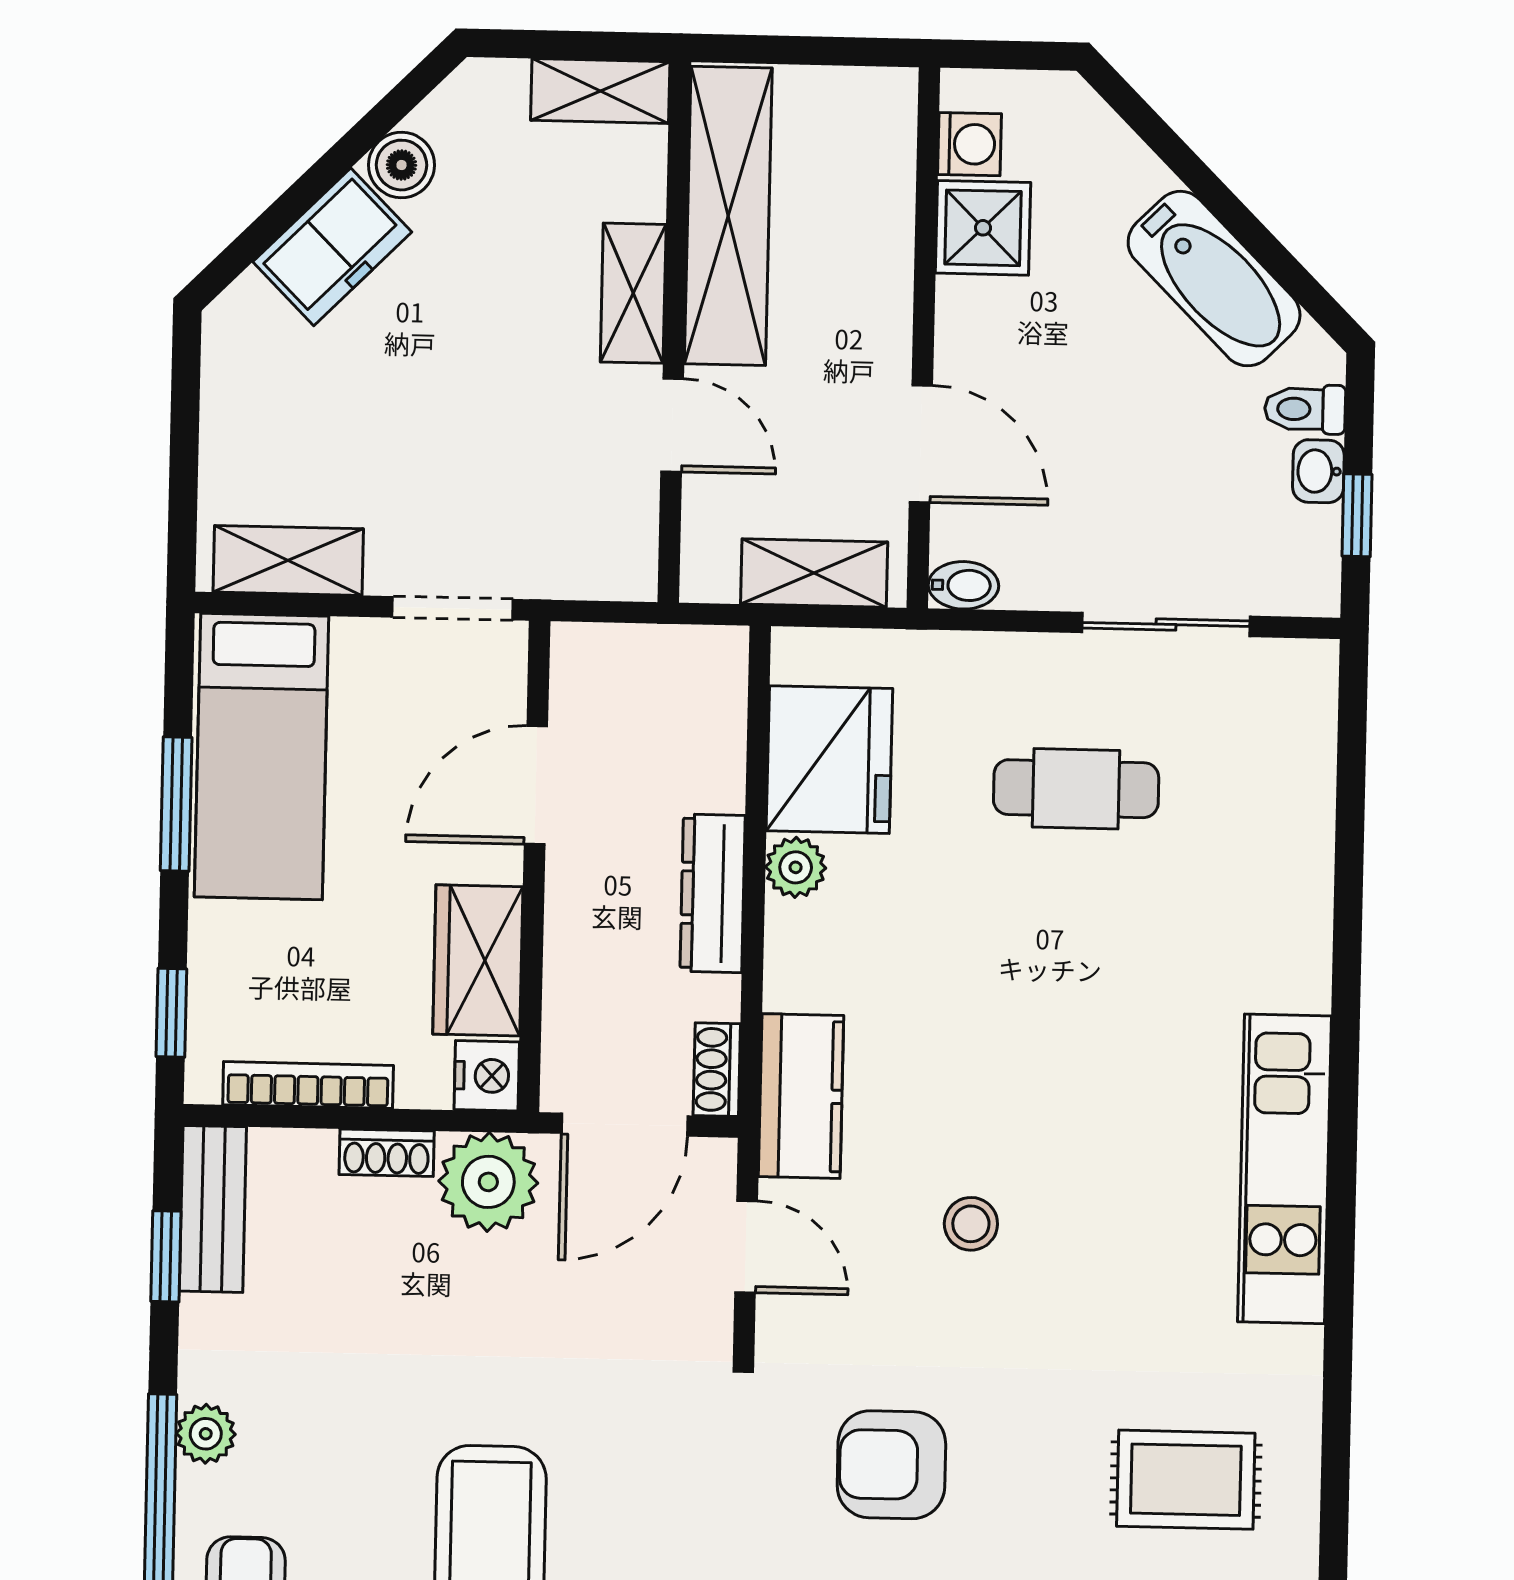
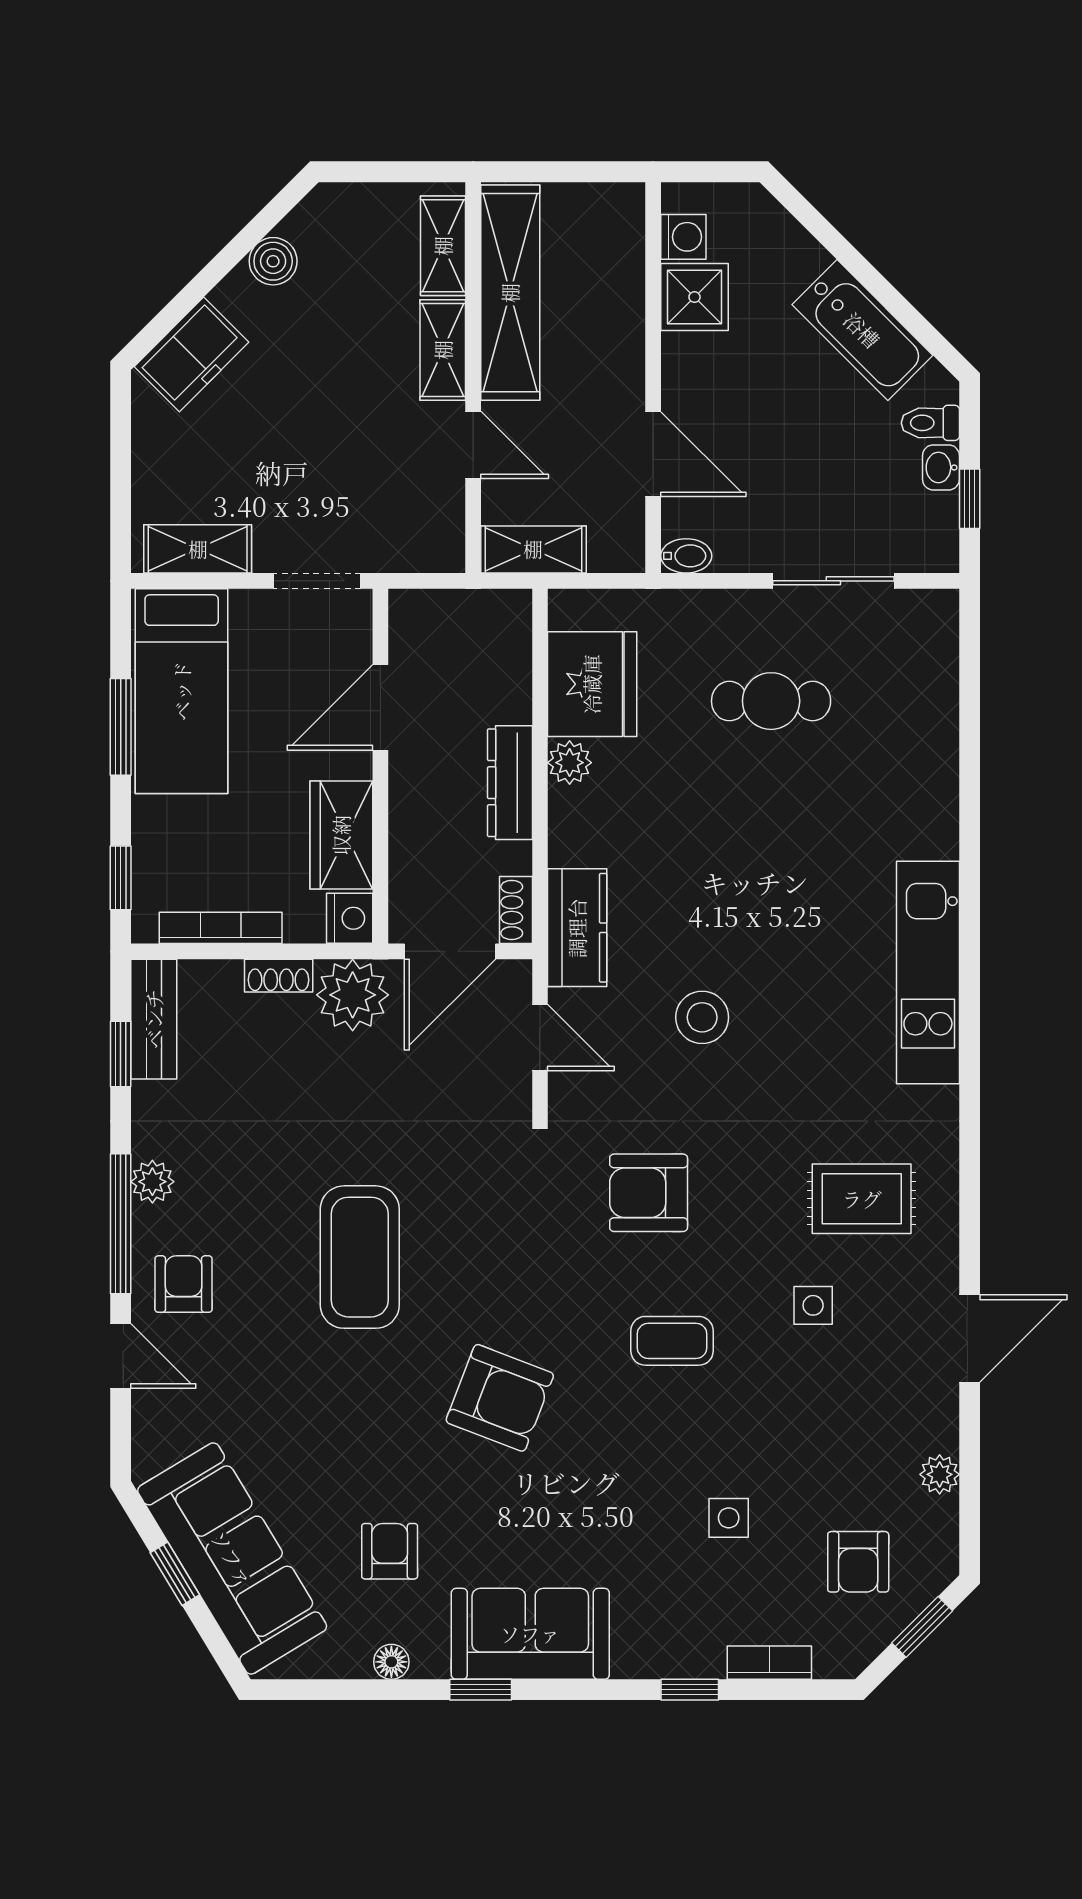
shelving: (600, 91) -> (443, 246), moved, turned 90
freezer: (332, 247) -> (191, 354), moved
shelving: (814, 573) -> (533, 549), moved
stool: (971, 1224) -> (702, 1017), width x1.37, depth x1.37

